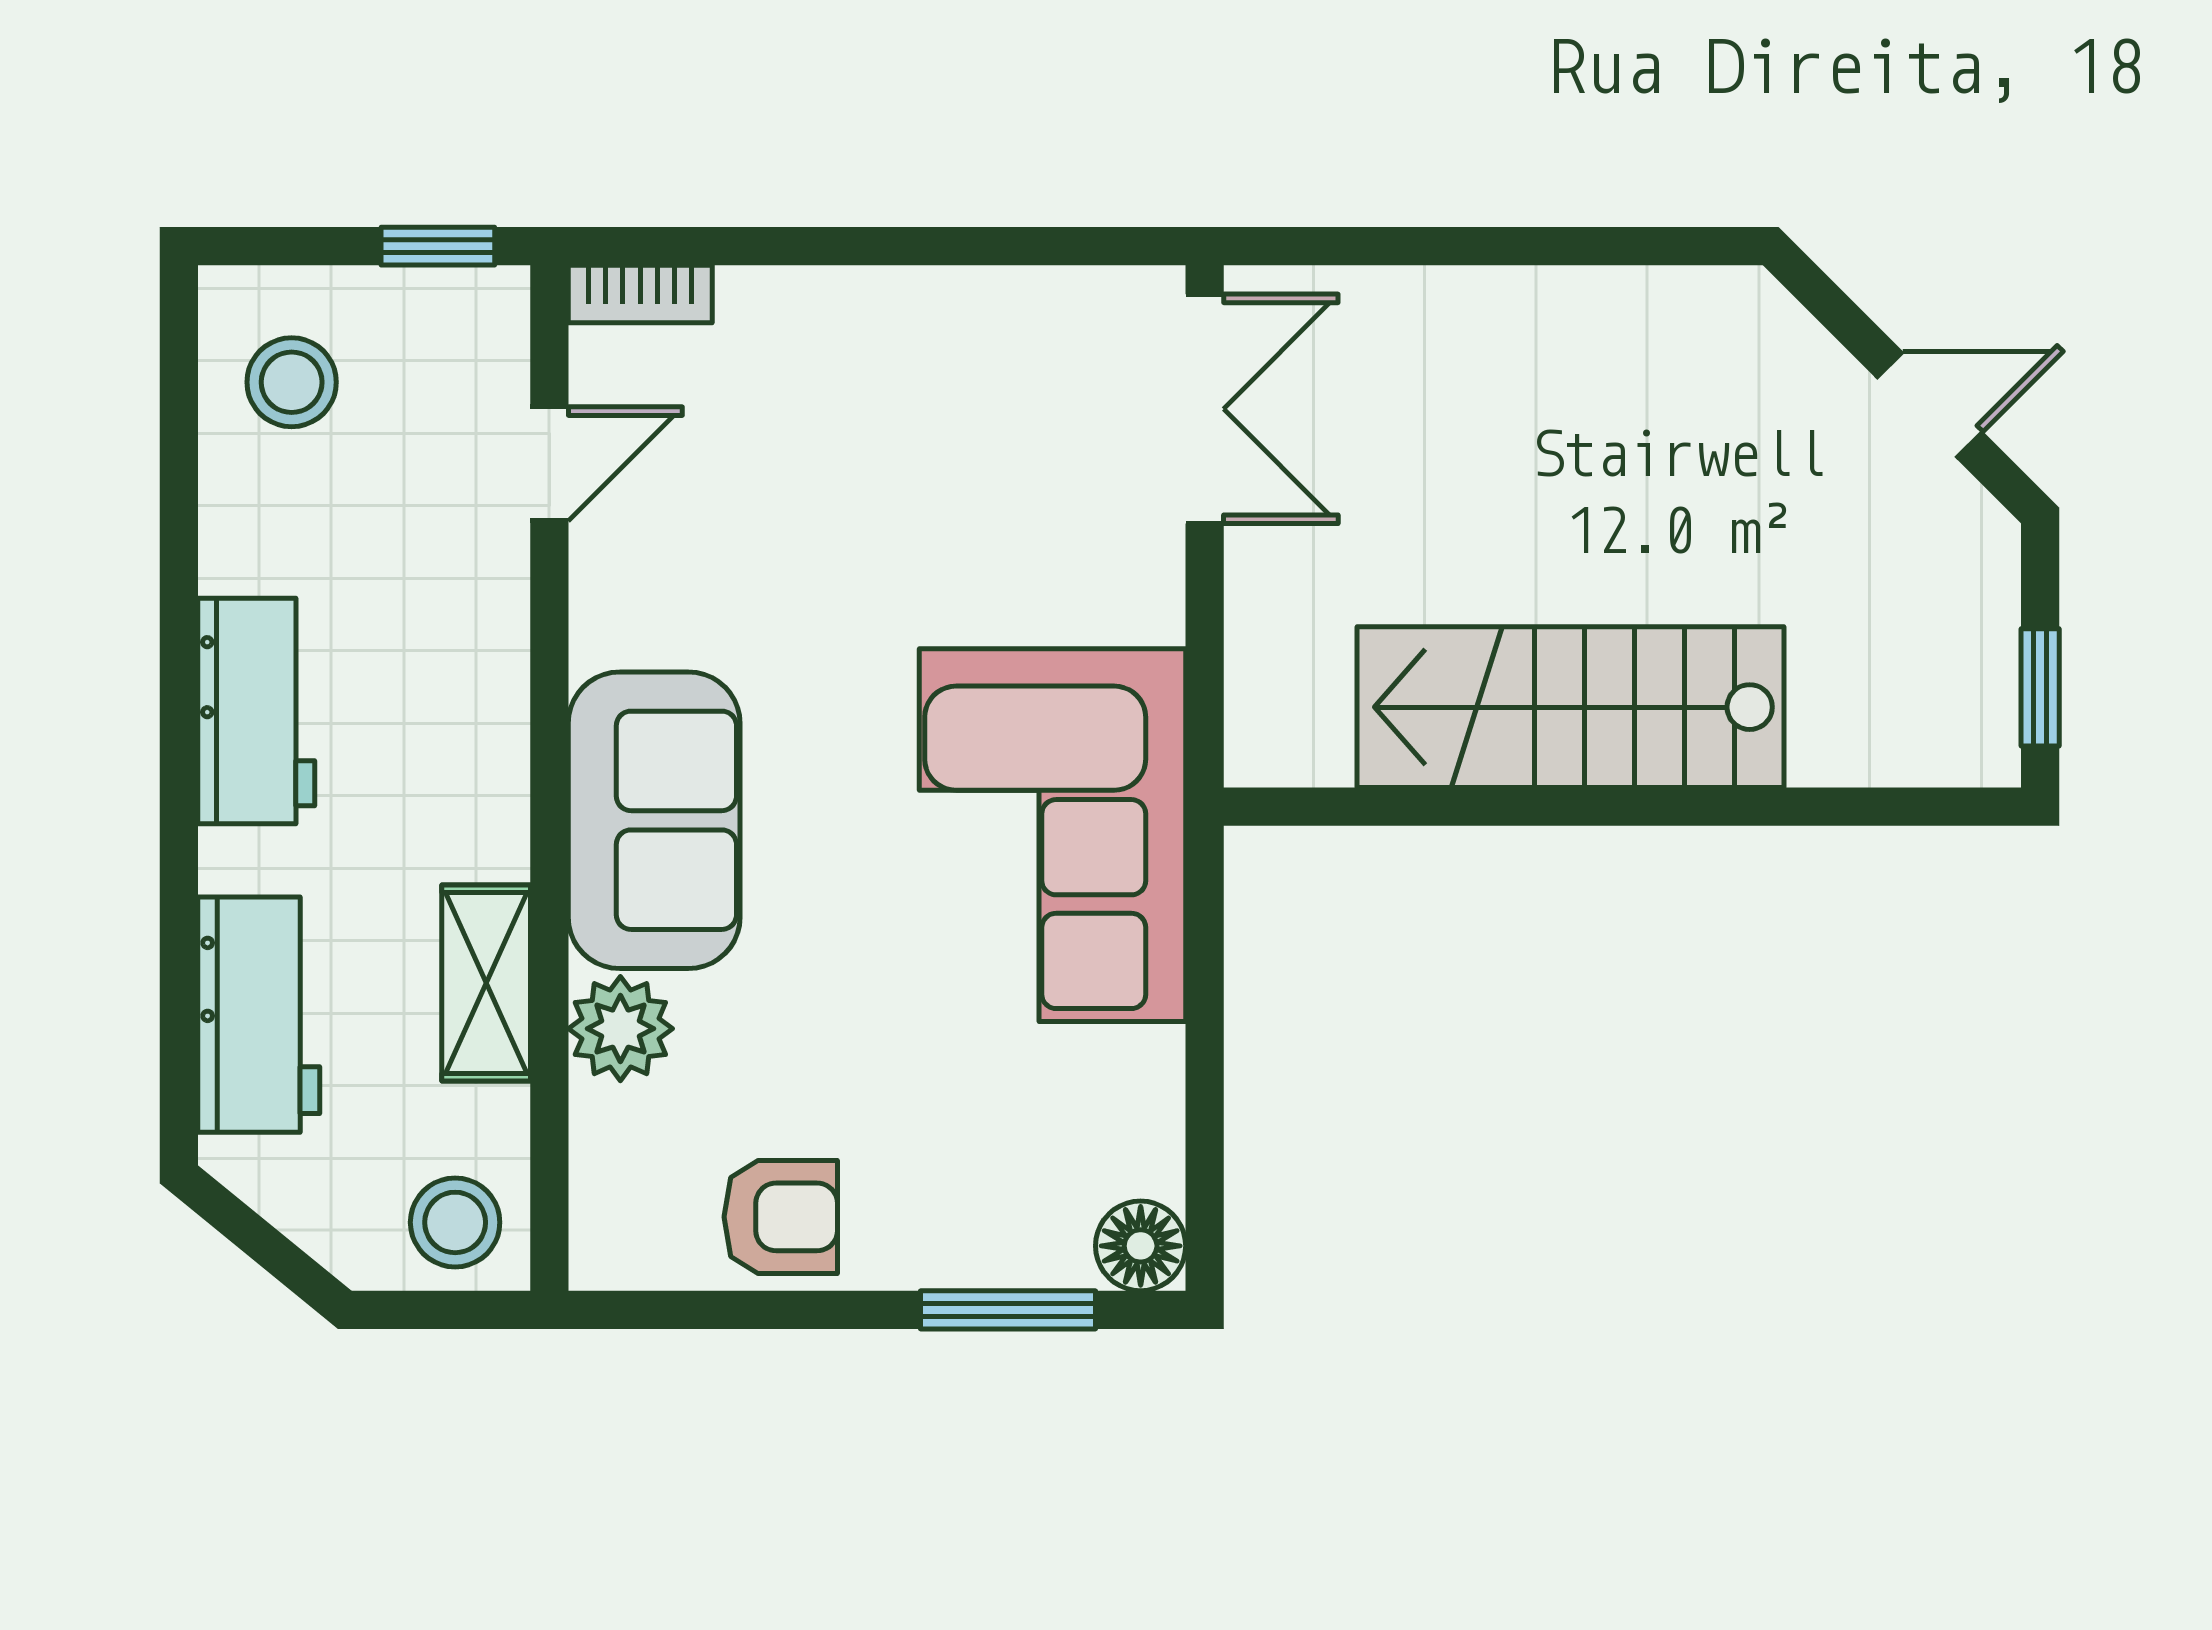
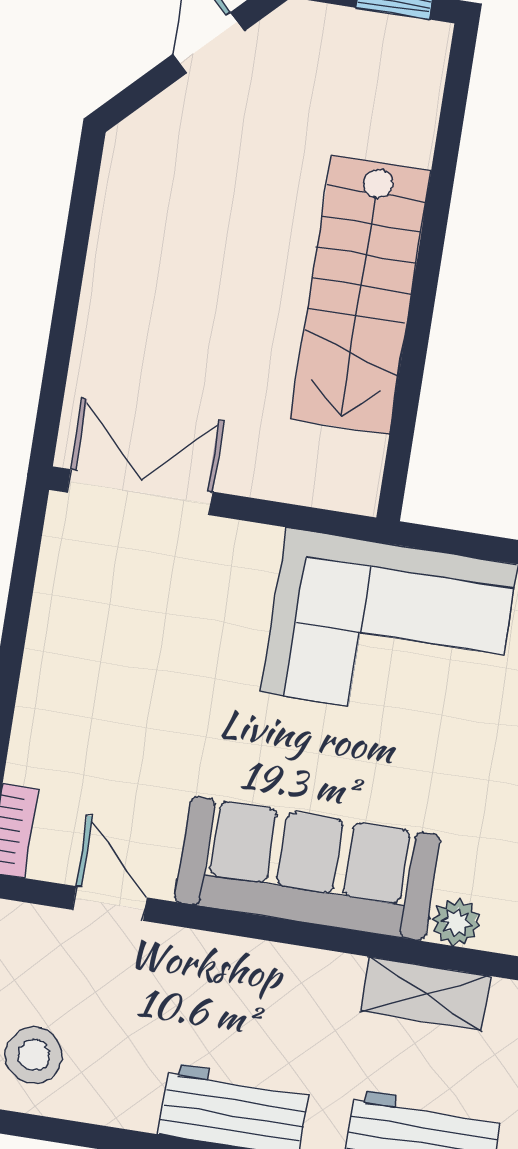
sofa: (654, 820) -> (308, 868), width x1.36
plant: (620, 1029) -> (456, 922), width x0.73, depth x0.73

